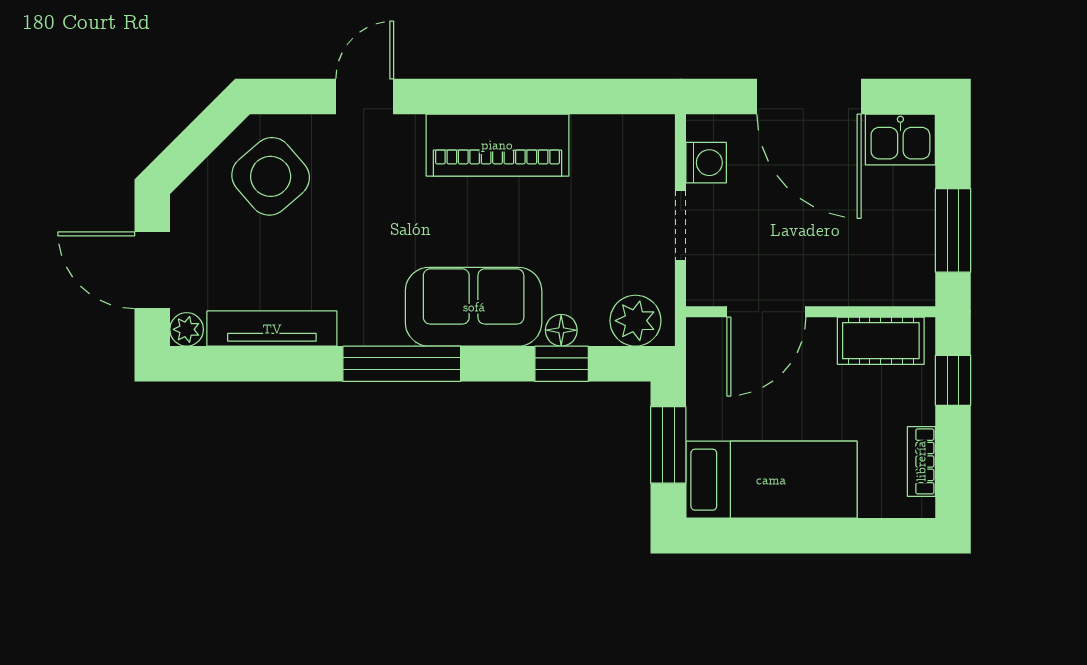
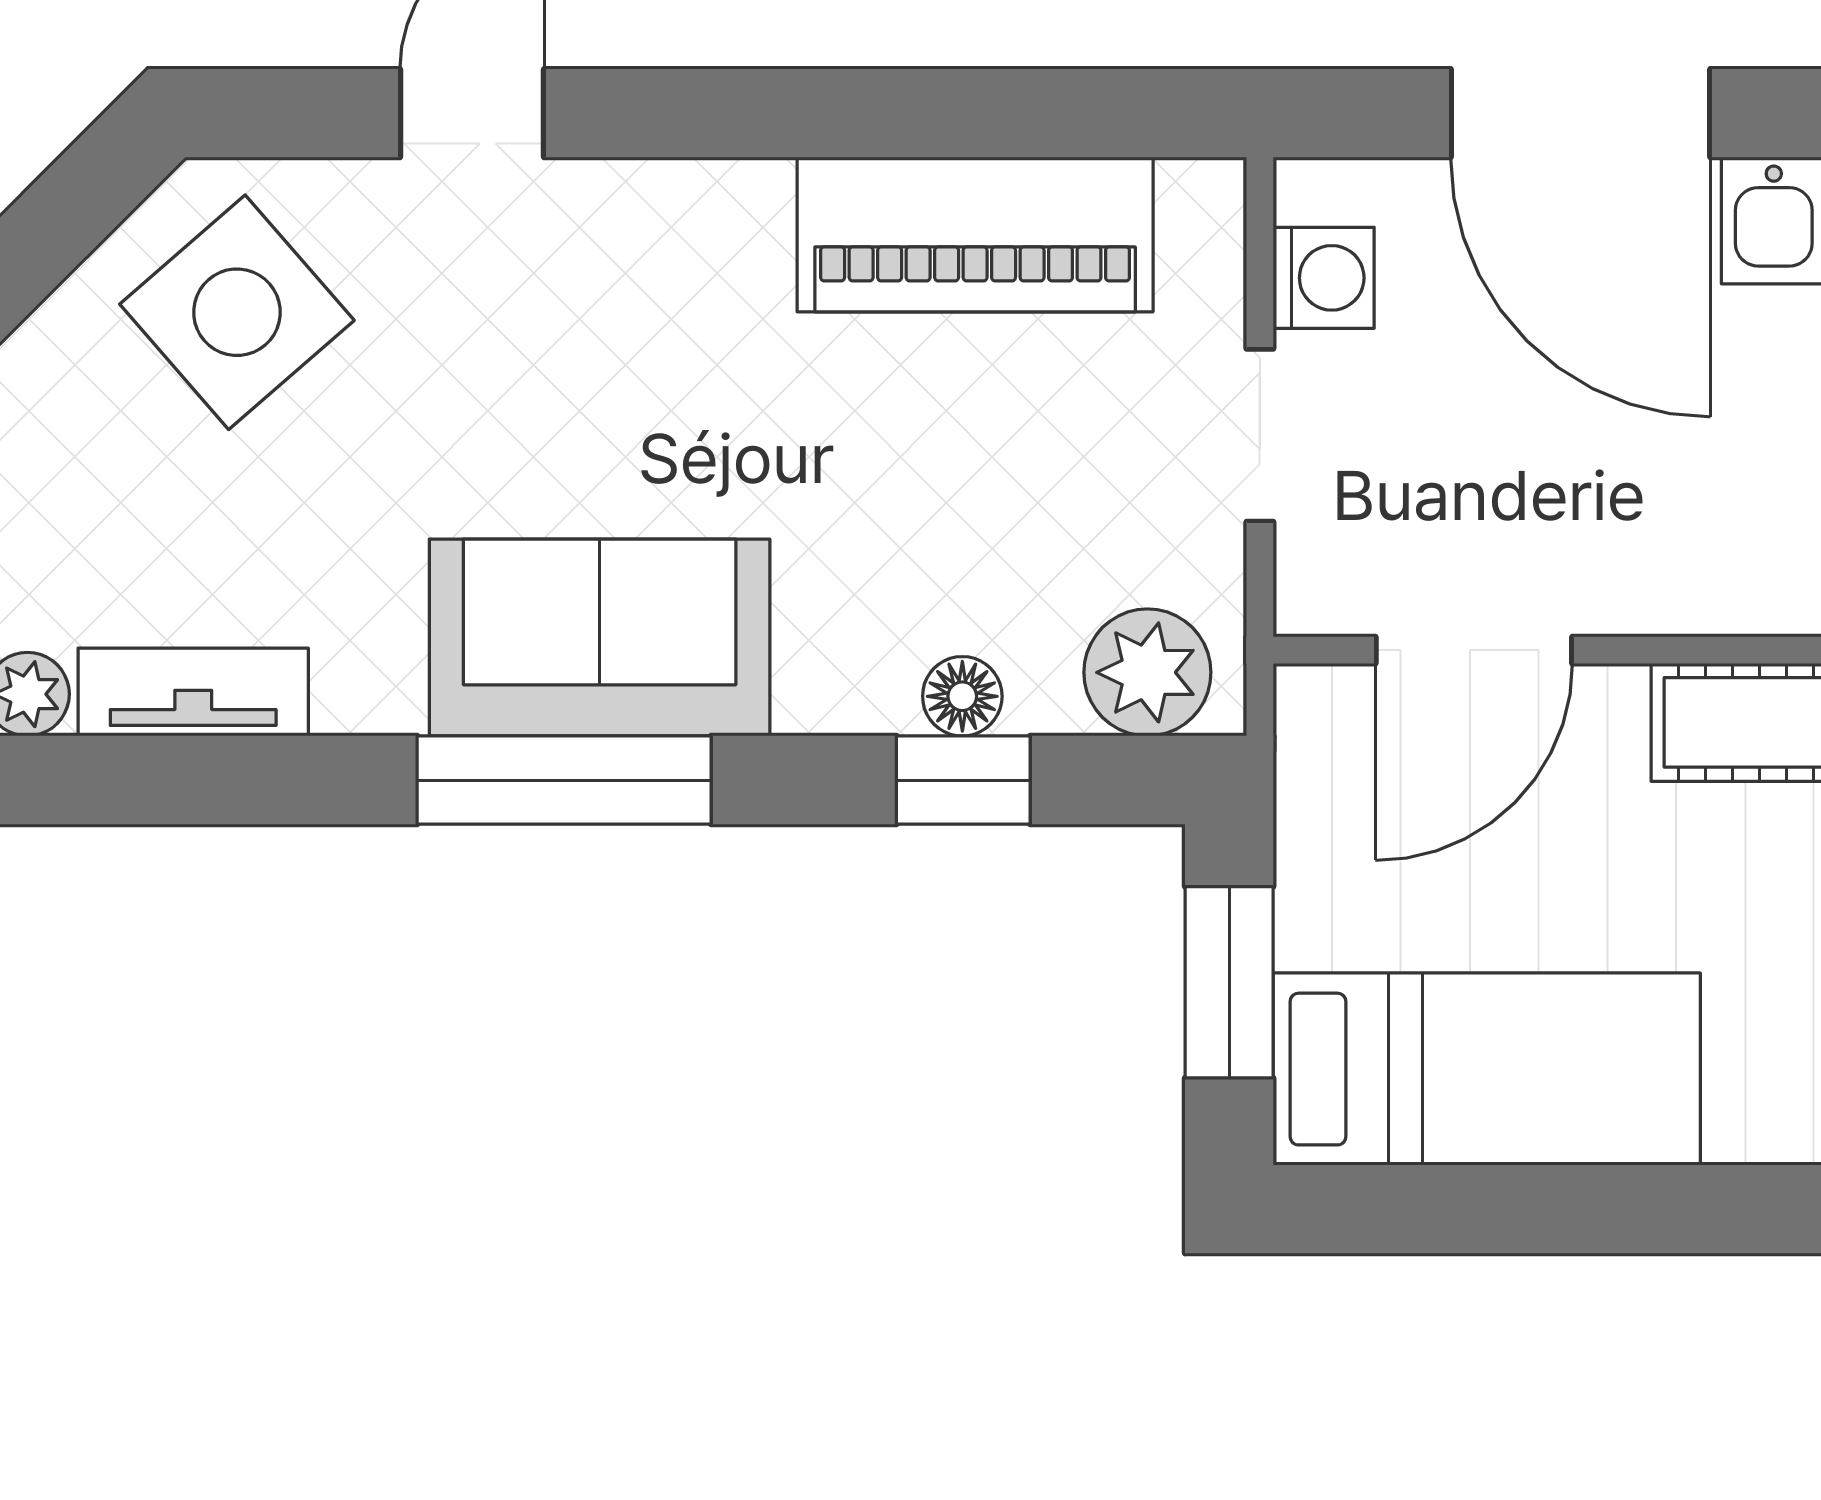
piano: (497, 145) -> (975, 235), moved
sofa: (474, 307) -> (600, 638), moved
tv unit: (272, 329) -> (193, 692), width x0.71

